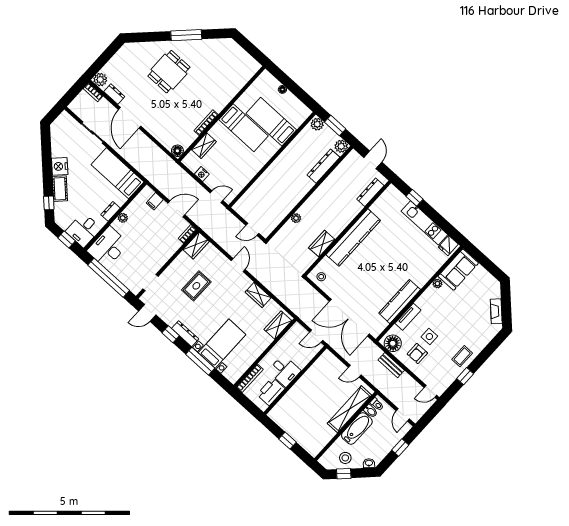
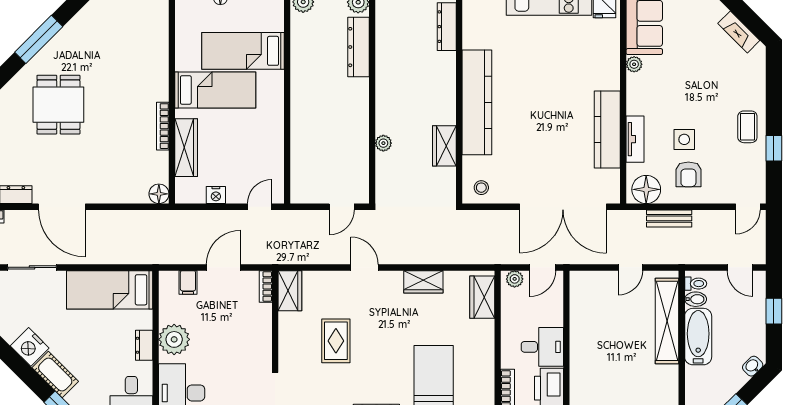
wardrobe: (204, 146) -> (186, 148), width x1.50
plant: (123, 218) -> (174, 339), width x1.88, depth x1.88
plant: (299, 330) -> (515, 279), added
stool: (345, 458) -> (717, 386), removed

